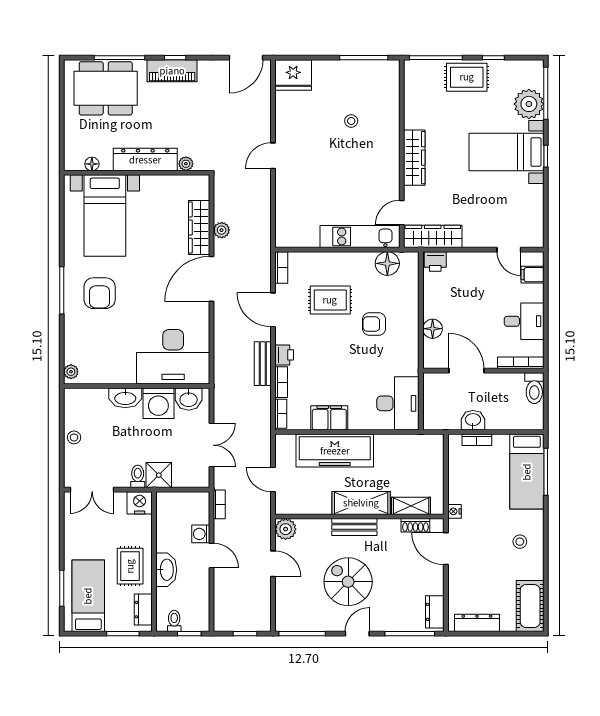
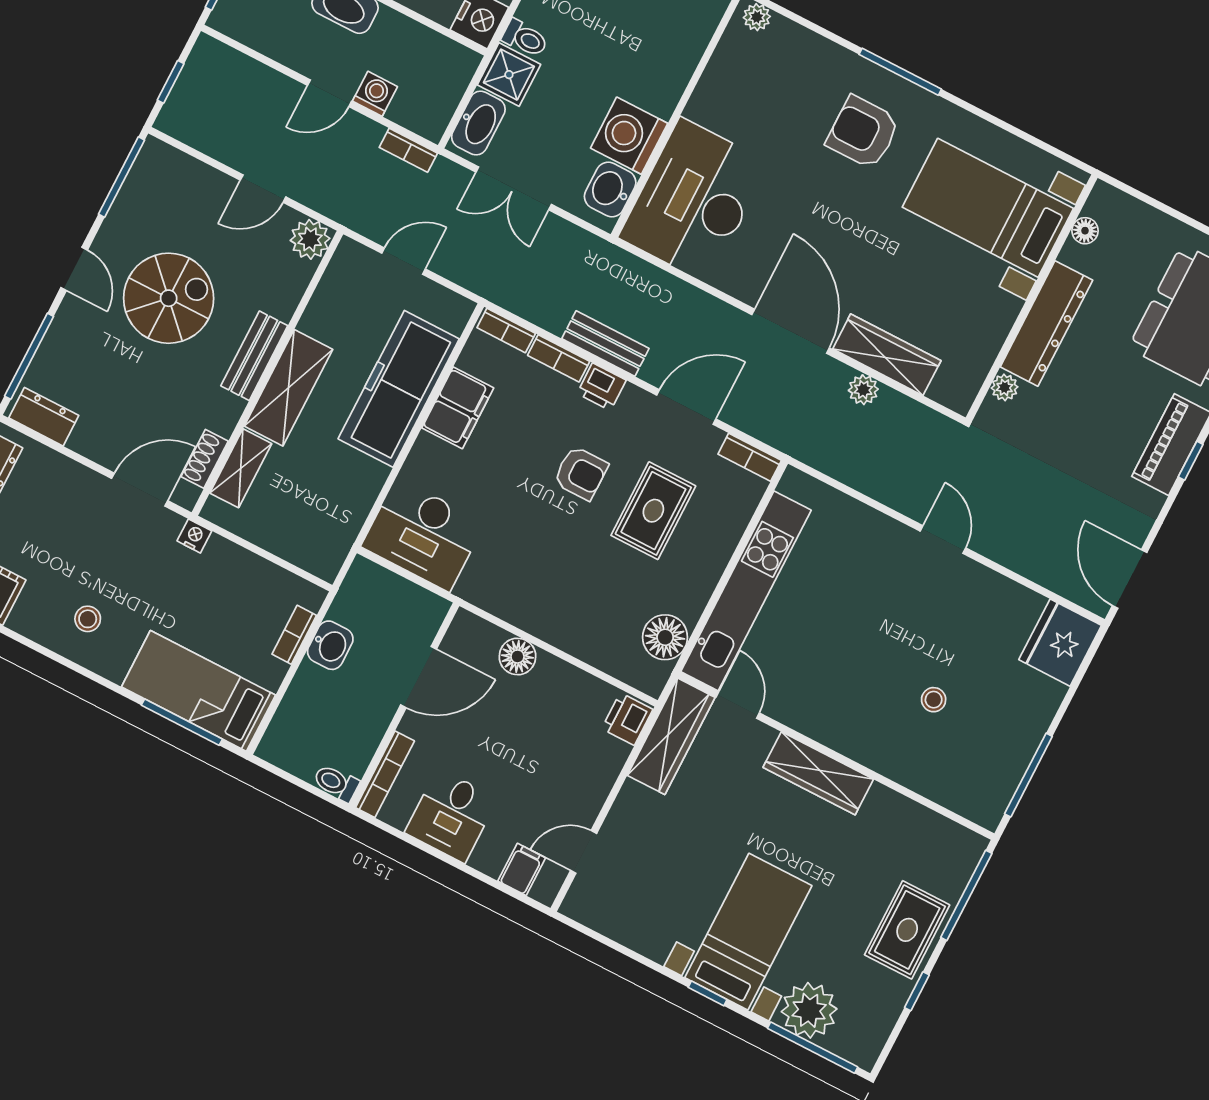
kitchen unit: (360, 236) -> (746, 591), width x1.36
armchair: (374, 324) -> (581, 473), moved, turned 90
toilet: (534, 388) -> (336, 783), width x0.73, depth x0.72
washbasin: (125, 398) -> (478, 123), moved, turned 180

